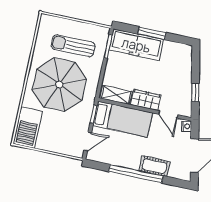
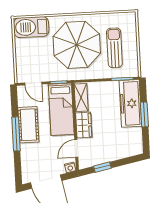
cot: (154, 166) -> (28, 125), moved, width x1.37, depth x1.34
window: (136, 174) -> (16, 134), width x0.68

